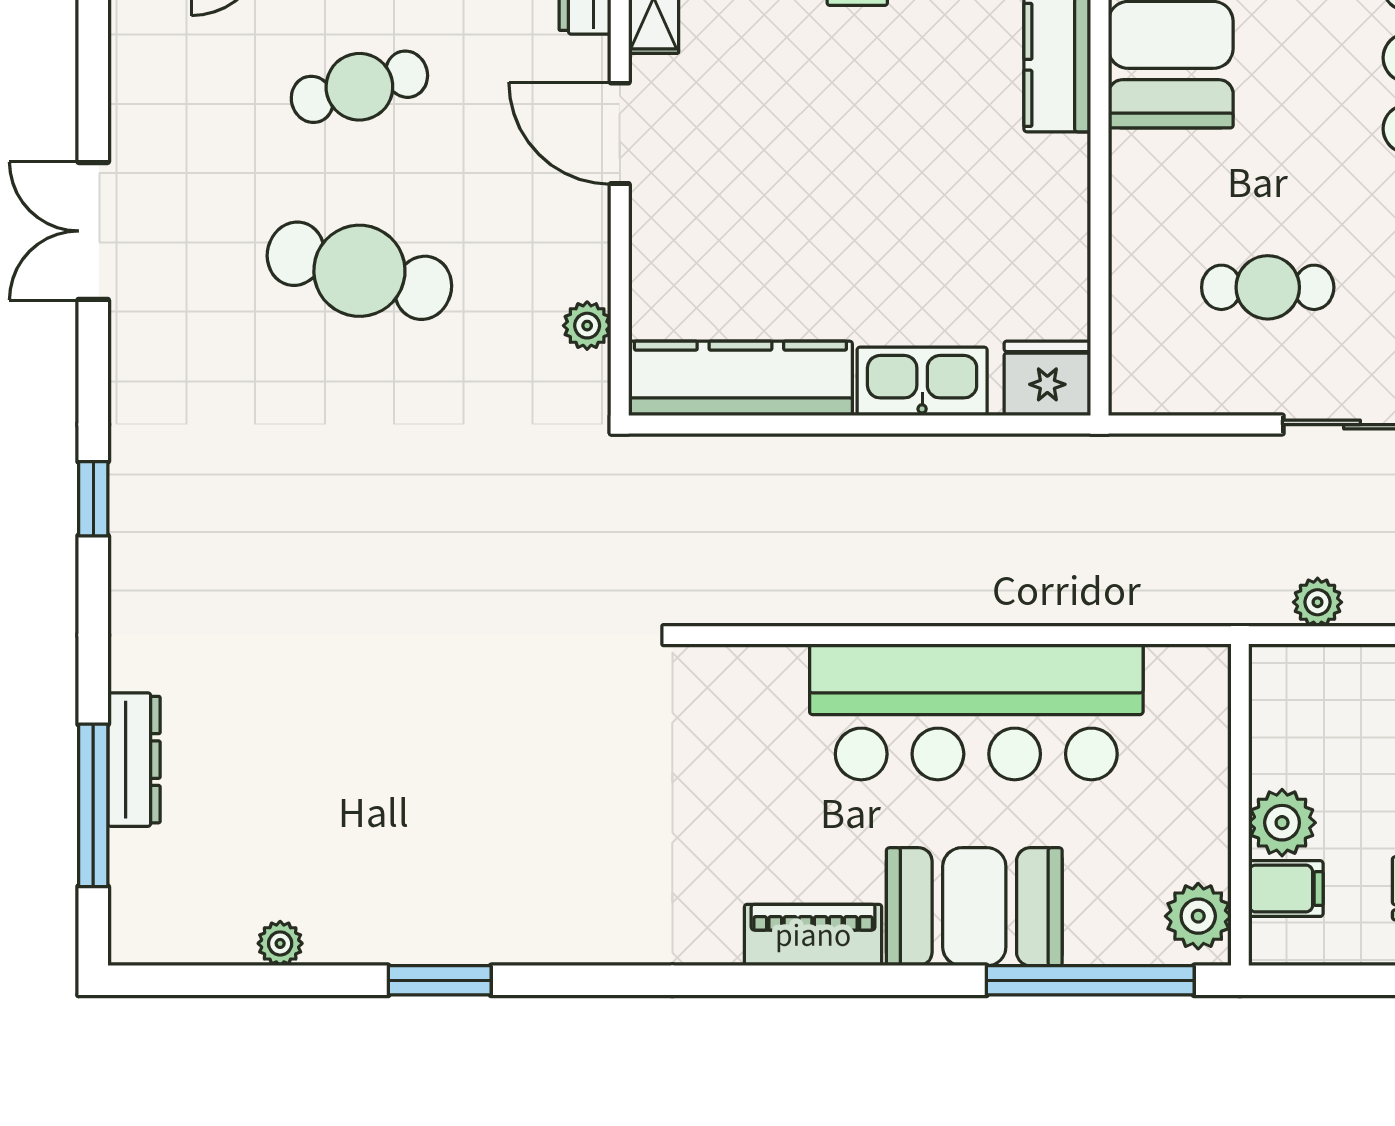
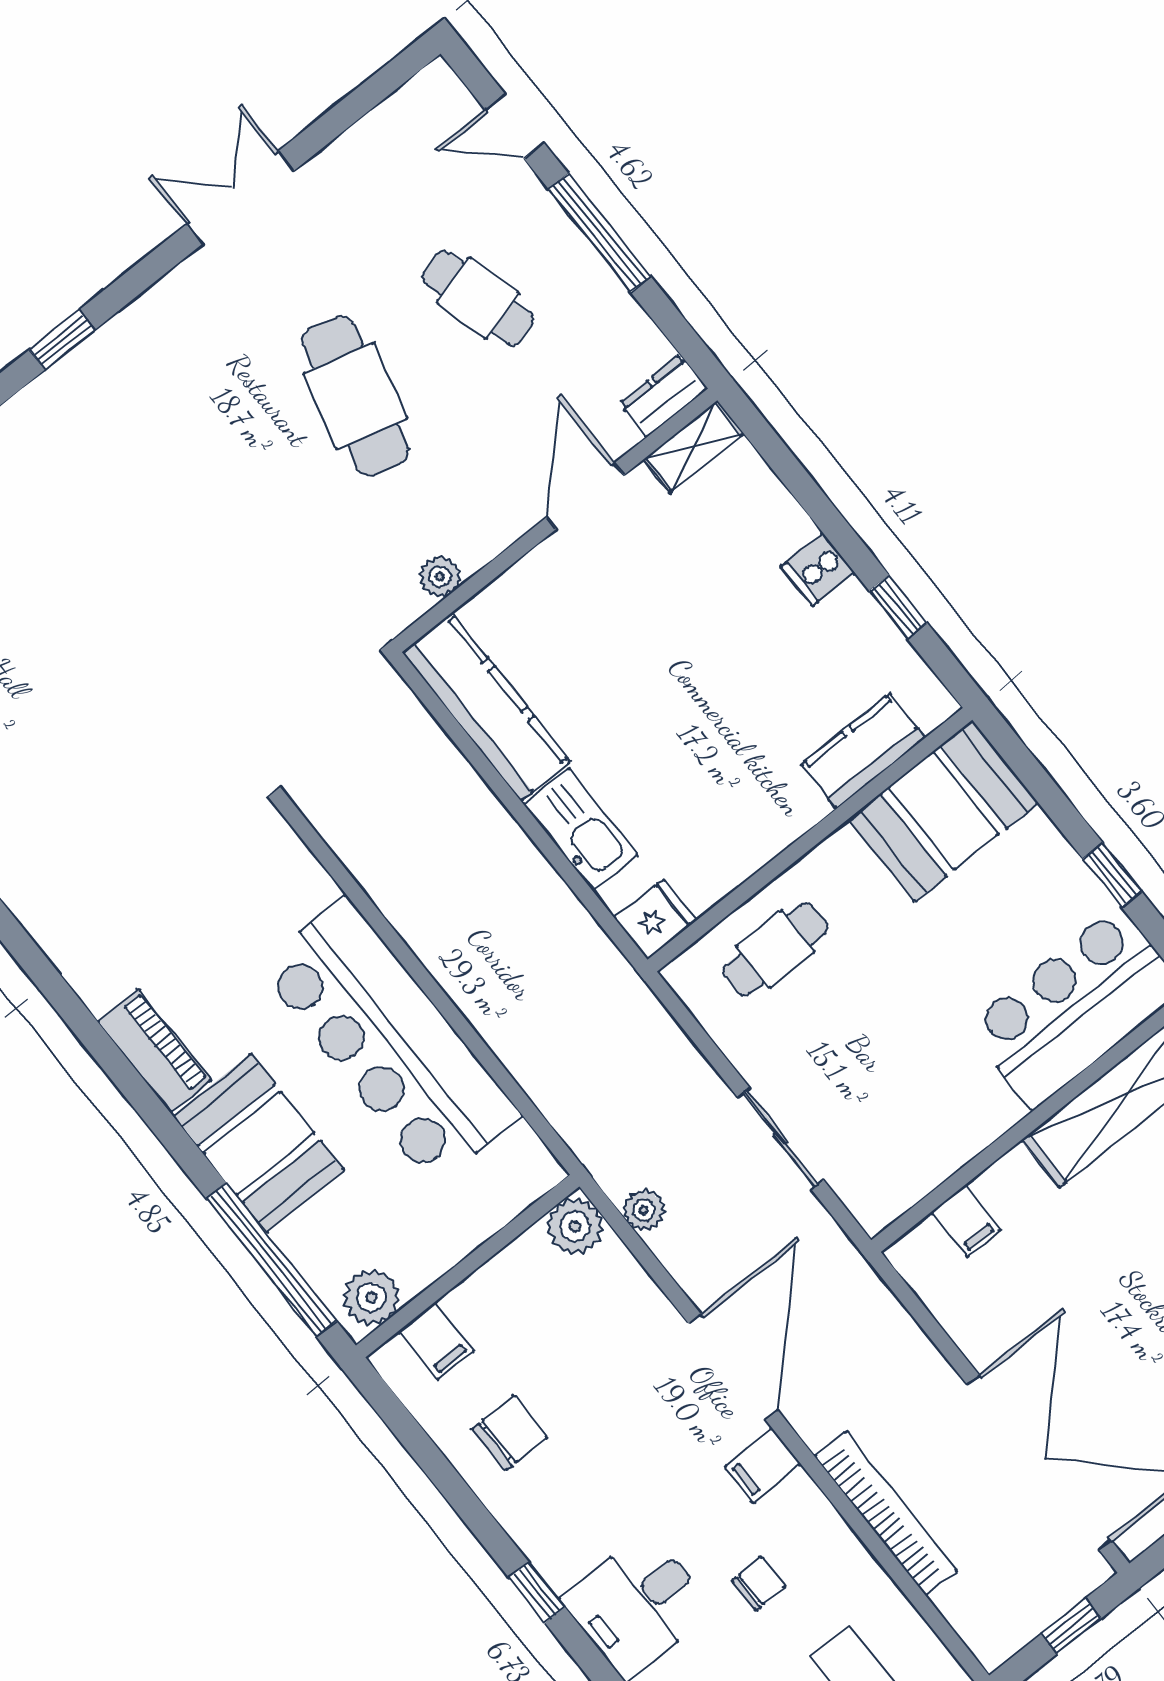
cafe table: (1268, 287) -> (775, 949), moved, turned 90
fridge: (1047, 378) -> (656, 919), width x0.72
plant: (1282, 823) -> (575, 1226), moved

